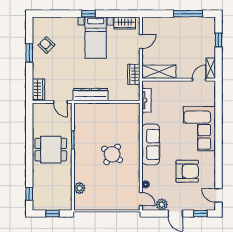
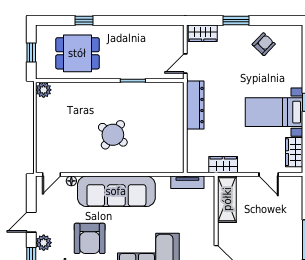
window: (29, 53) -> (236, 20), moved
sofa: (151, 144) -> (116, 191), width x1.36, depth x1.27
dining table: (51, 150) -> (77, 53), moved, turned 90
plant: (80, 188) -> (44, 90), moved
window: (29, 194) -> (84, 20), moved
plant: (162, 205) -> (44, 243), moved

